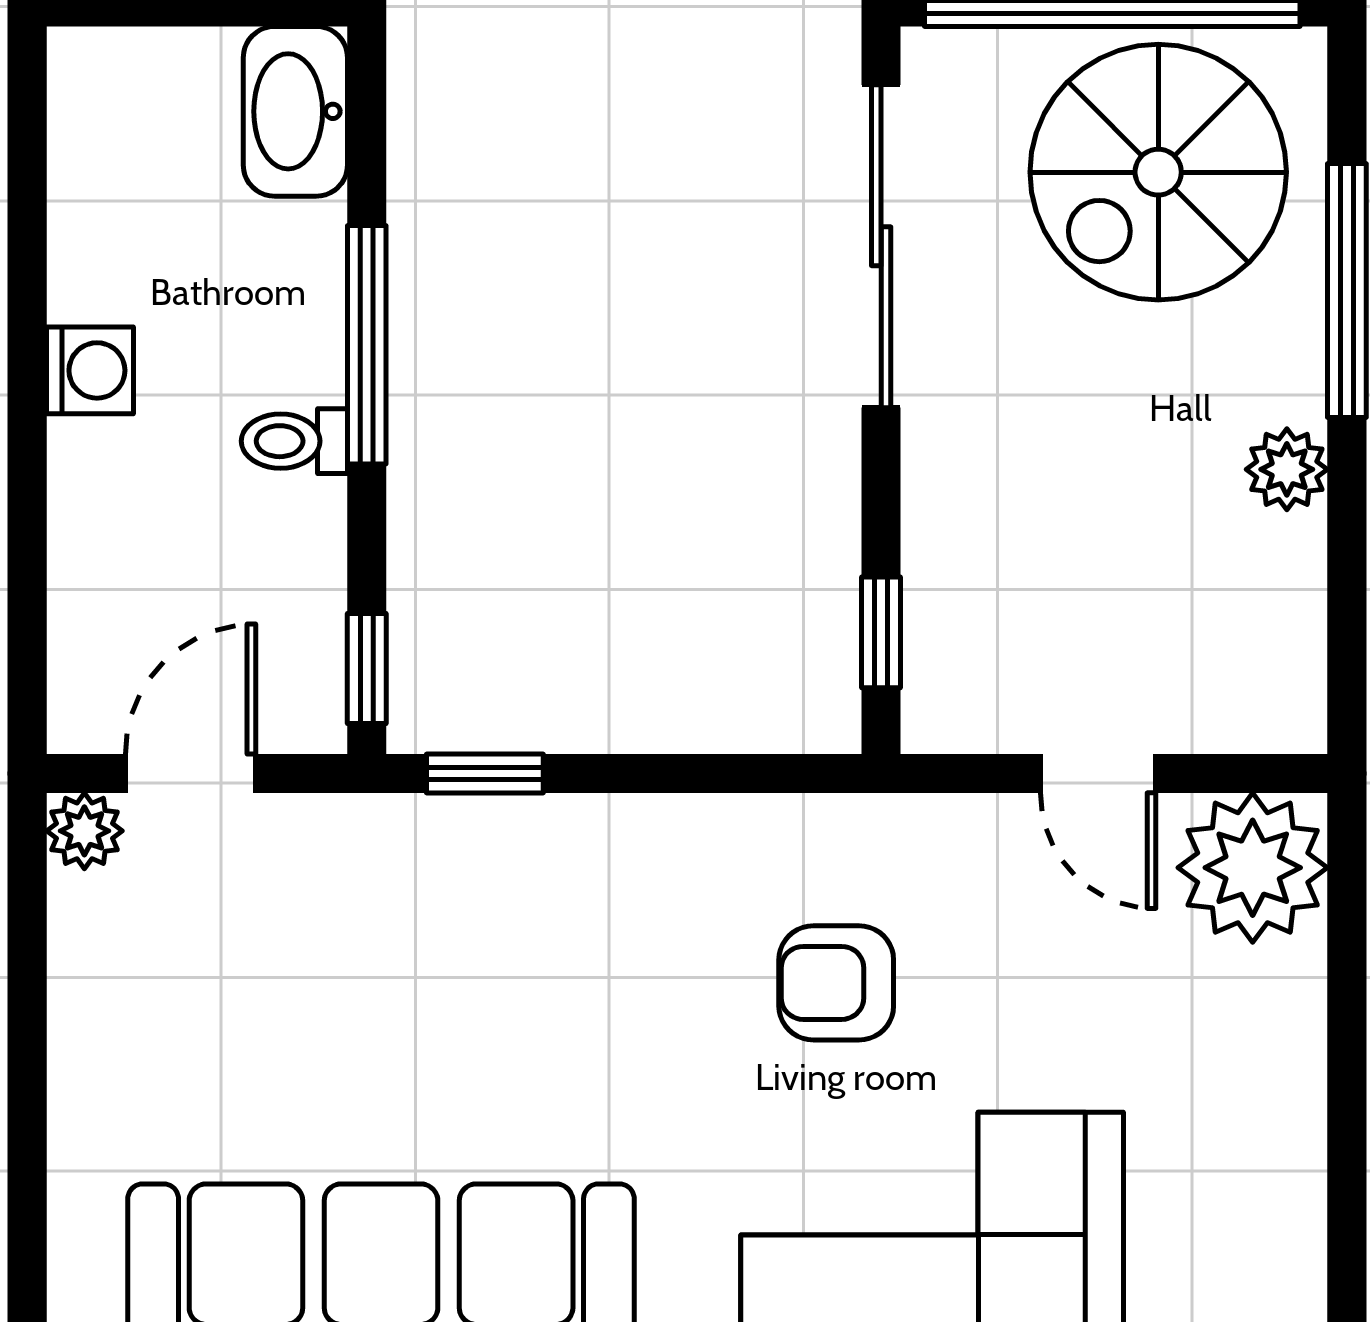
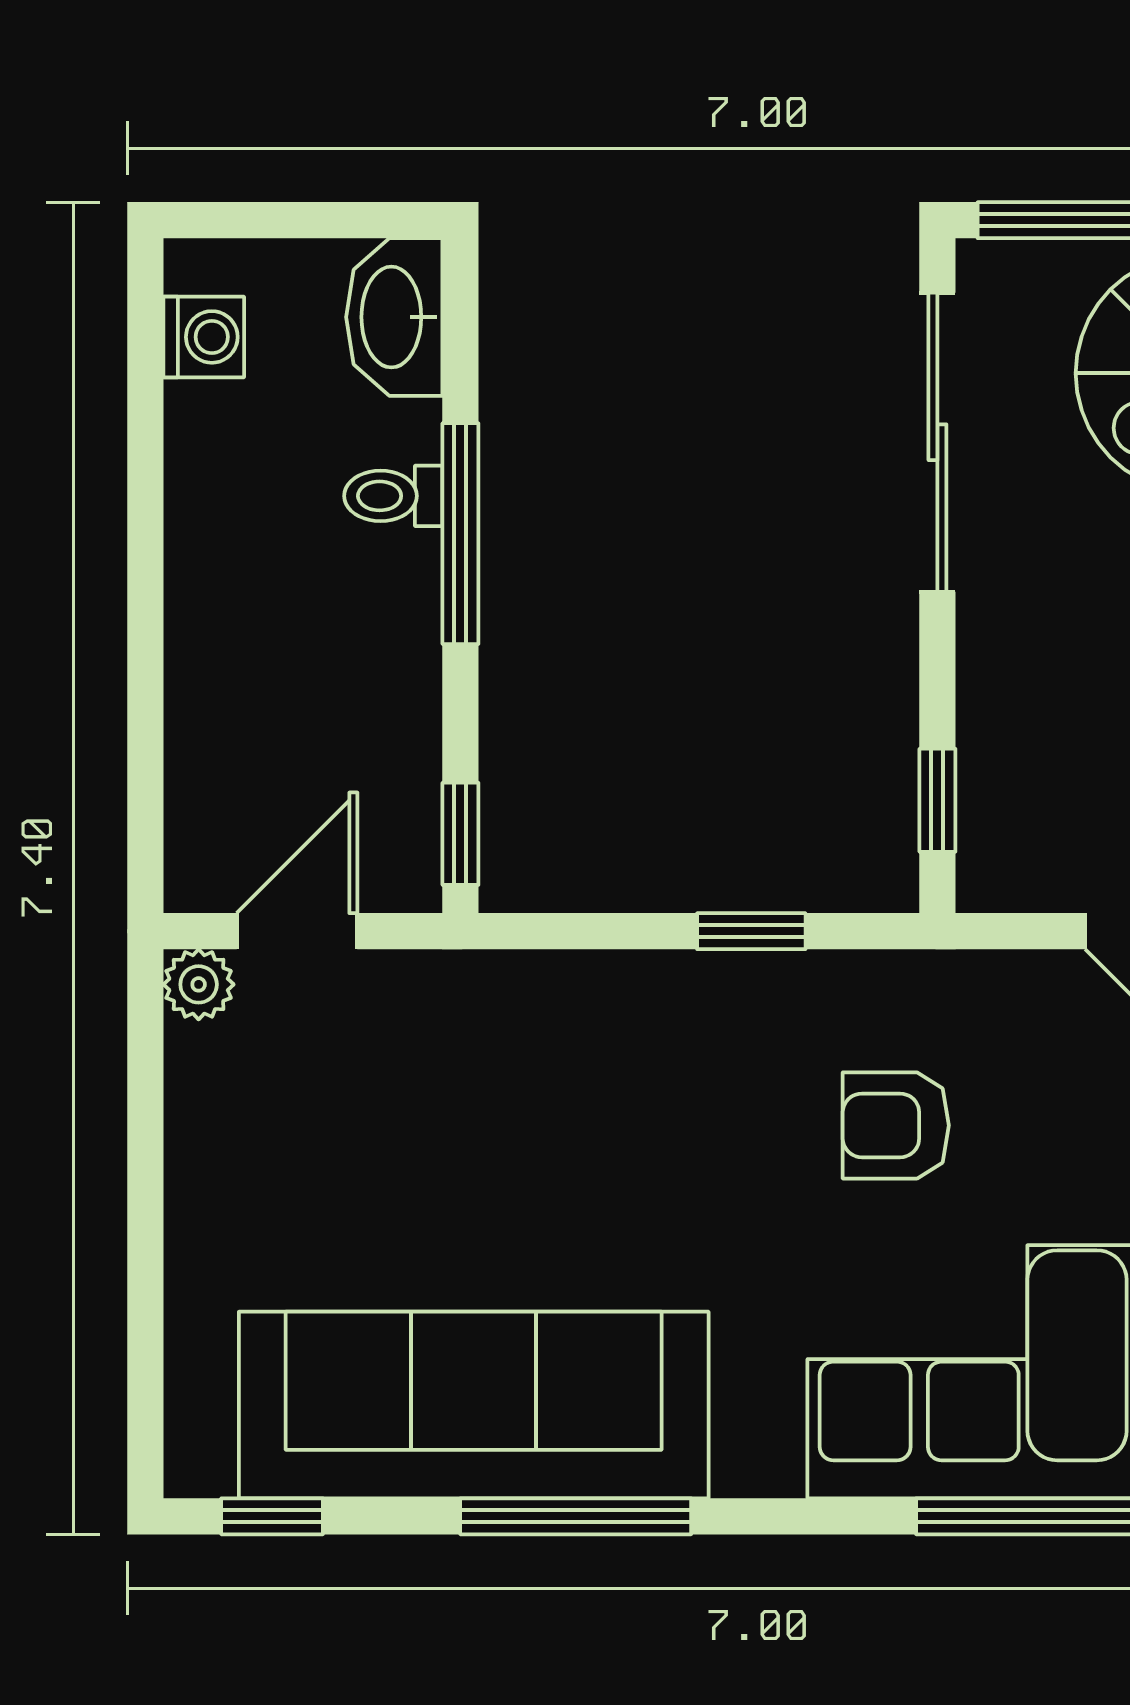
washing machine: (90, 370) -> (204, 337), moved
toilet: (294, 441) -> (393, 496), moved
window: (485, 774) -> (751, 931), moved

